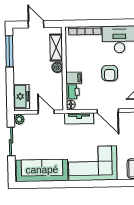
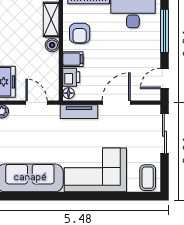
armchair: (110, 73) -> (80, 33), moved
door: (108, 111) -> (116, 103), swing flipped

